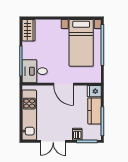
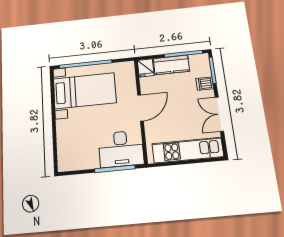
wardrobe: (28, 30) -> (72, 162), removed
desk: (35, 71) -> (121, 149), width x1.37
double door: (53, 141) -> (219, 114), swing flipped

